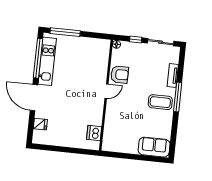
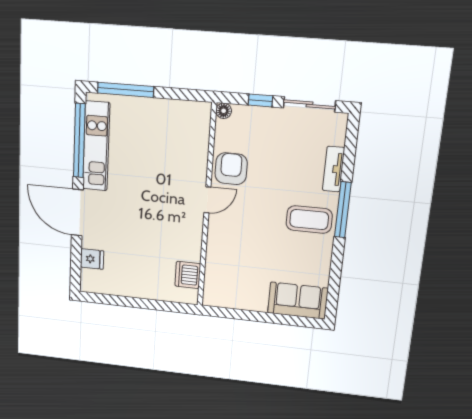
armchair: (120, 75) -> (231, 169), turned -90

